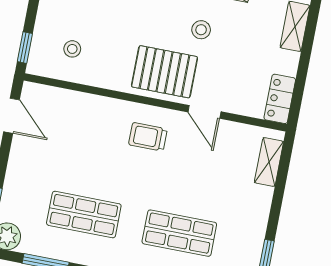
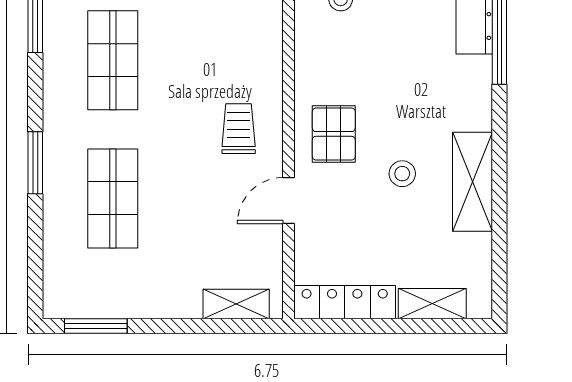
pallet: (164, 72) -> (334, 134), width x0.67, depth x0.71
locker: (280, 99) -> (345, 302), width x1.53

